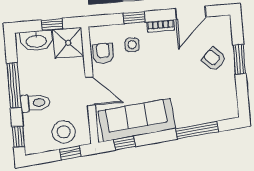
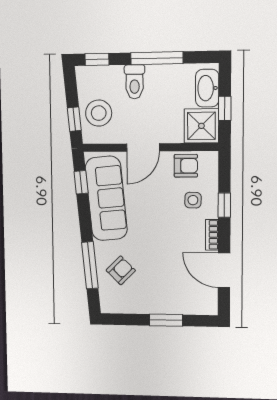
armchair: (214, 59) -> (121, 270), moved

